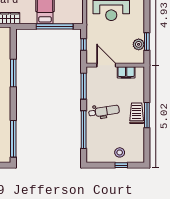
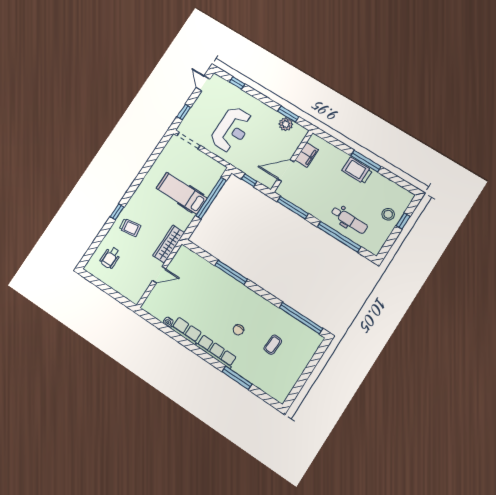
dental chair: (104, 111) -> (349, 220), moved, turned 99

